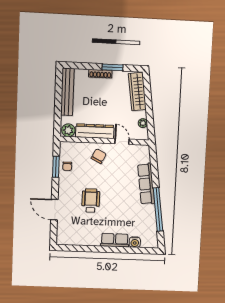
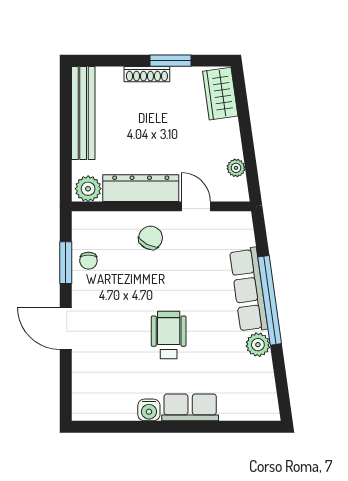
wardrobe: (137, 92) -> (220, 94), width x0.67
wheelchair: (91, 201) -> (169, 335), moved
window: (158, 209) -> (270, 300), moved
door: (54, 210) -> (66, 328), moved
plant: (149, 211) -> (258, 345), added
water cooler: (135, 242) -> (149, 410), moved

